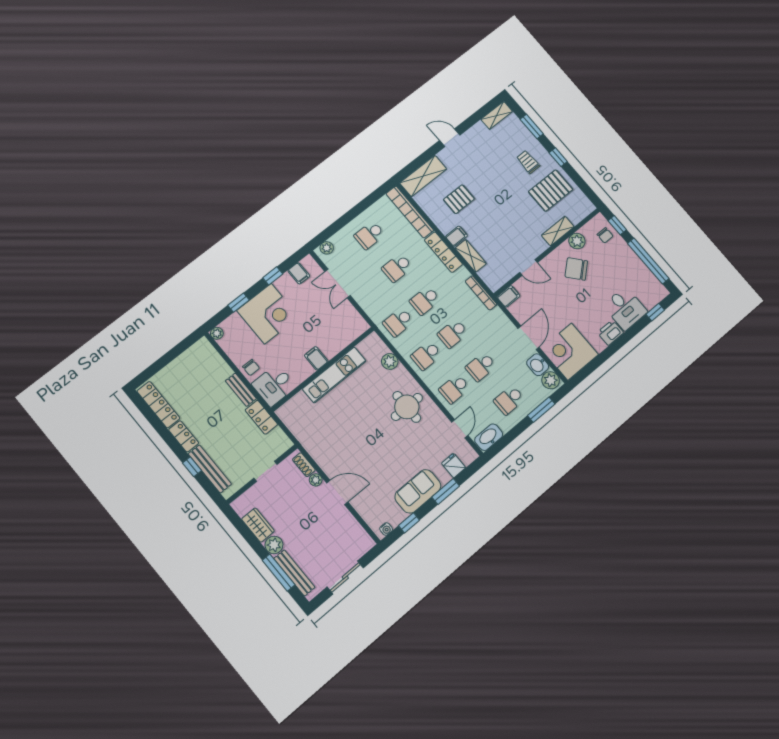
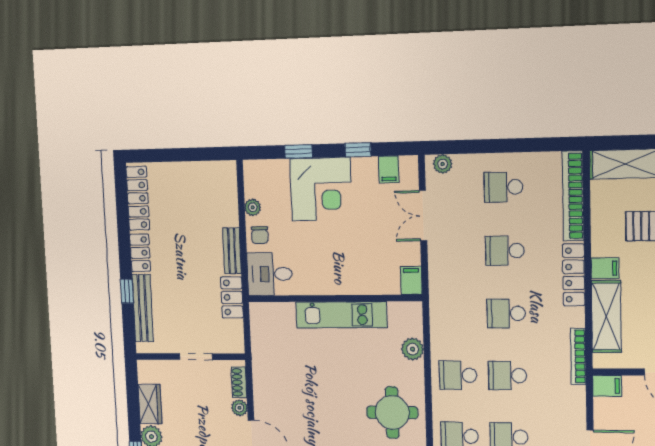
shelving: (471, 256) -> (606, 316), width x1.50, depth x1.33
school desk: (398, 322) -> (456, 314), removed
plant: (217, 333) -> (253, 207), moved
filing cabinet: (316, 358) -> (411, 280), moved

